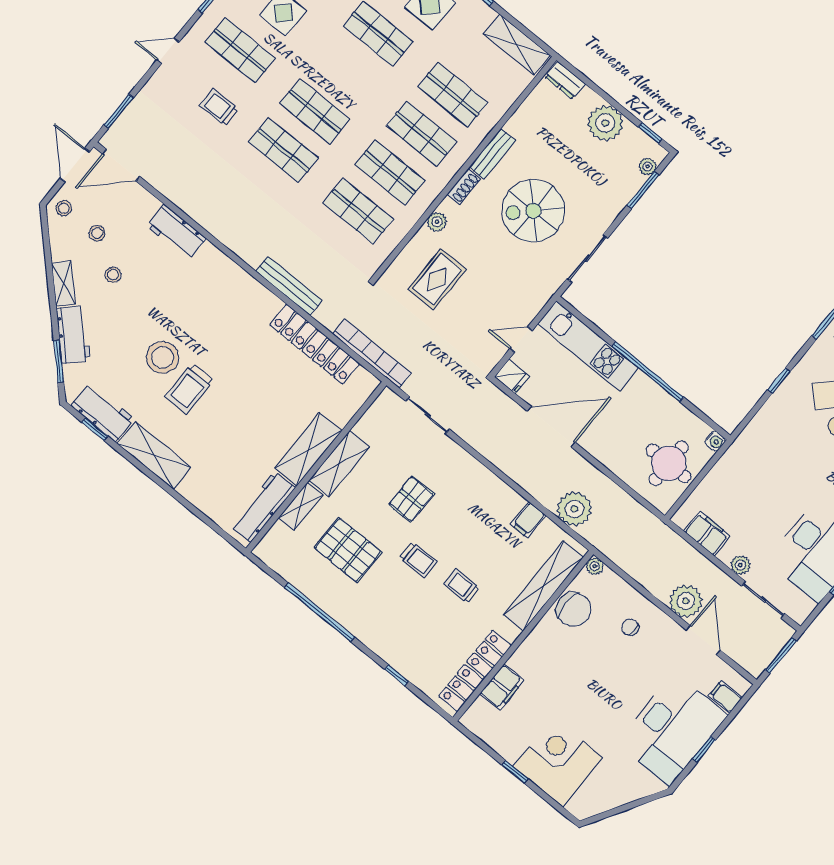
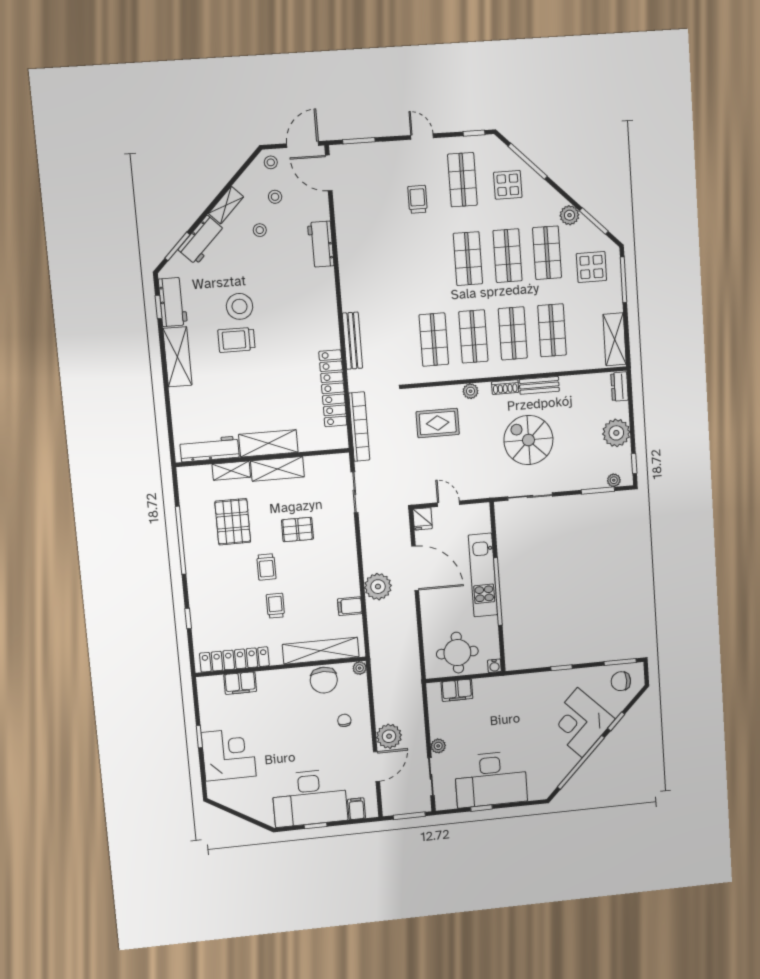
shop shelf: (283, 150) -> (508, 256), moved
kitchen unit: (588, 346) -> (483, 575), moved
plant: (574, 509) -> (378, 587), moved
filing cabinet: (707, 533) -> (457, 690), moved, turned 90

